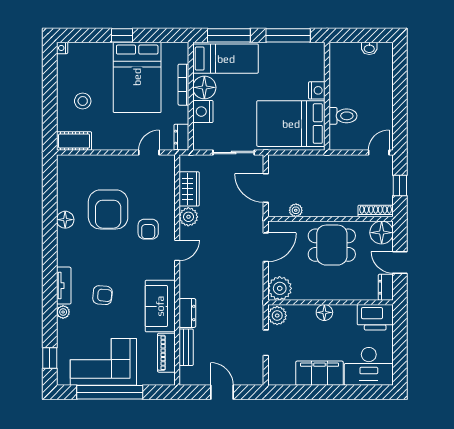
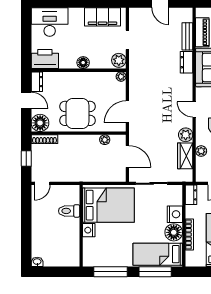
washbasin: (369, 48) -> (37, 262), moved
plant: (168, 195) -> (201, 151), added
door: (177, 250) -> (194, 109), hinge flipped
plant: (280, 288) -> (121, 77), width x0.53, depth x0.53
filing cabinet: (320, 373) -> (102, 17), moved

